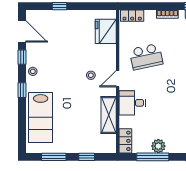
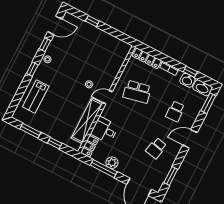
locker: (132, 16) -> (147, 58), width x1.53
door: (22, 31) -> (55, 25), hinge flipped
fridge: (106, 31) -> (117, 58), removed
desk: (132, 103) -> (104, 130), moved
shelving: (109, 115) -> (87, 121), width x1.47
lab bench: (41, 117) -> (36, 96), width x0.73, depth x0.72

